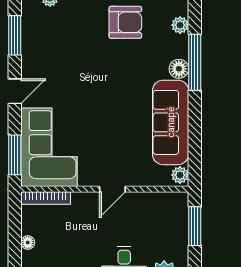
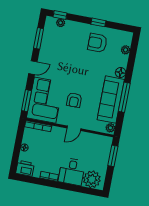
armchair: (125, 22) -> (97, 43), turned 180
window: (195, 62) -> (124, 97), moved
armchair: (103, 137) -> (74, 100), added

